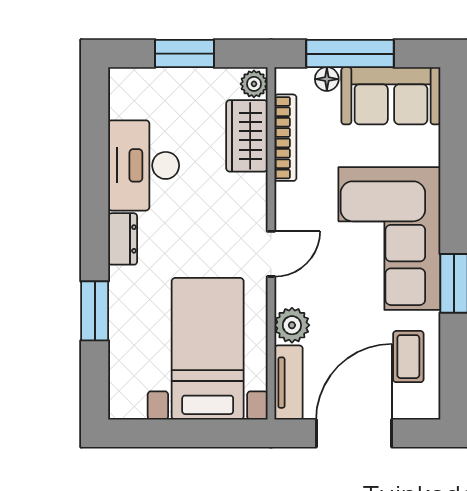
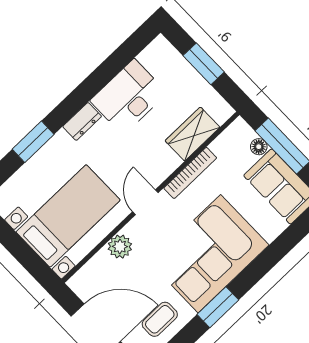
plant: (254, 84) -> (222, 113), removed
bookcase: (285, 138) -> (190, 173), moved
door: (271, 254) -> (145, 202), swing flipped
tv unit: (289, 383) -> (90, 272), removed

